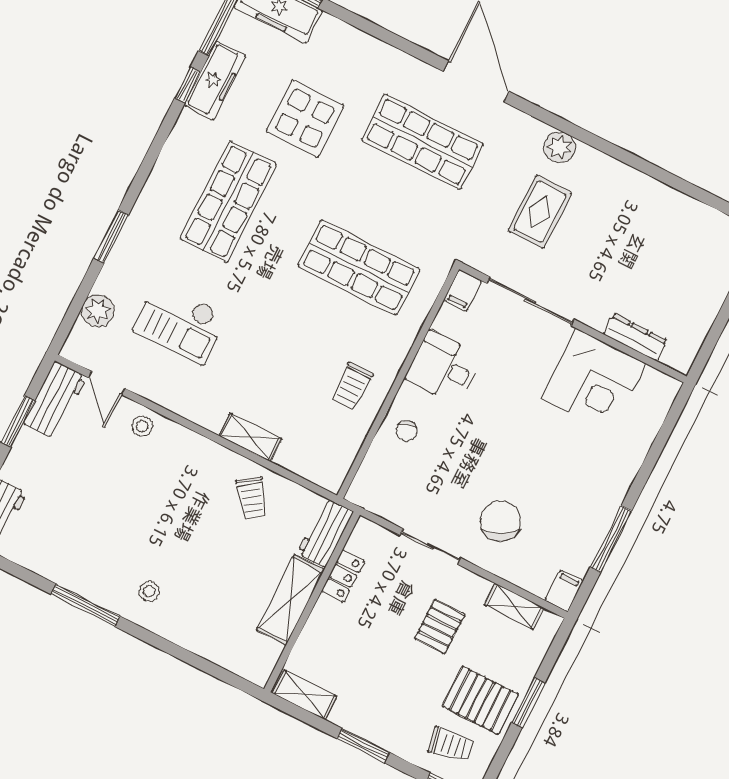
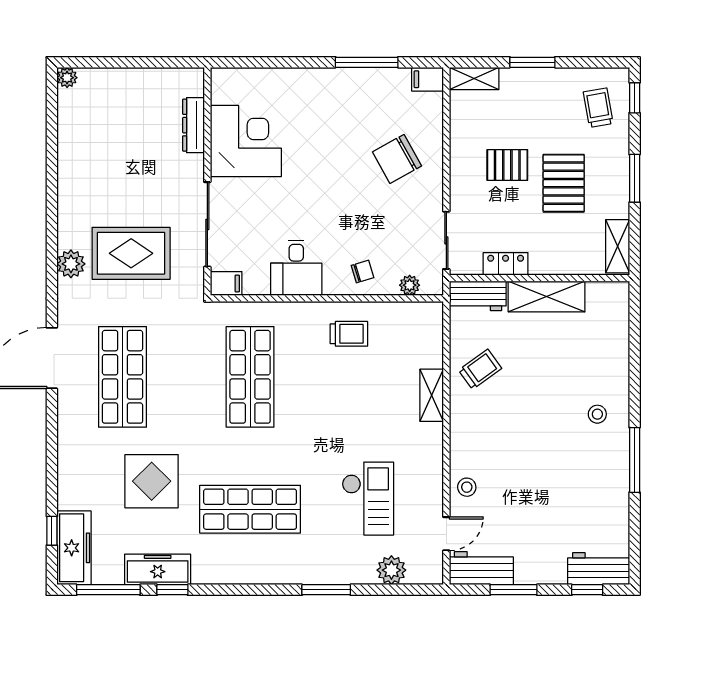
rug: (540, 212) -> (131, 253), width x1.36, depth x1.43
plant: (370, 470) -> (410, 285), added
sliding door: (430, 546) -> (446, 240), moved
shelving: (514, 606) -> (474, 78), moved, turned 90
pallet: (480, 700) -> (564, 183), moved

